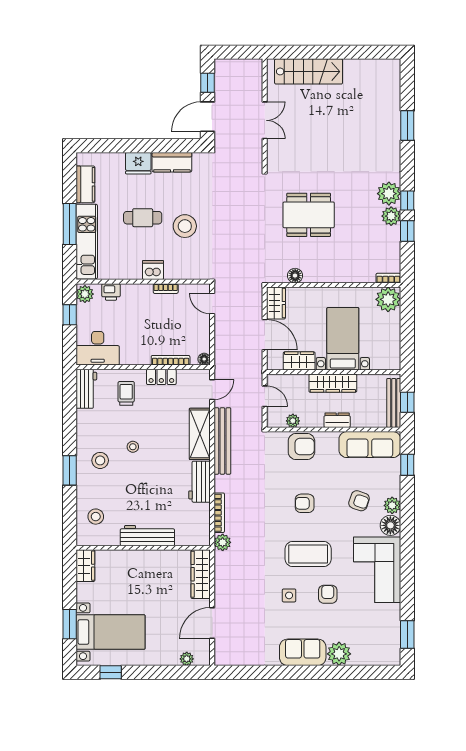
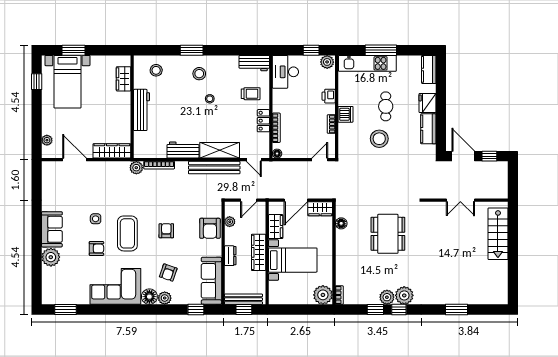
kitchen counter: (85, 184) -> (429, 69), moved, turned 90
printer: (111, 292) -> (329, 96), moved
wardrobe: (85, 566) -> (124, 79), moved, turned 90

